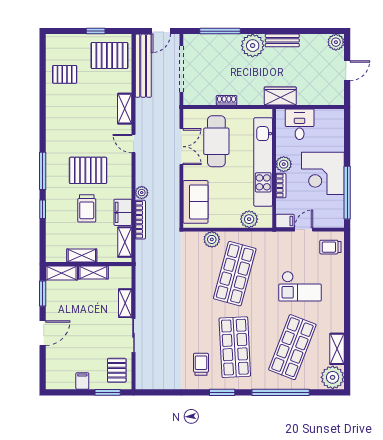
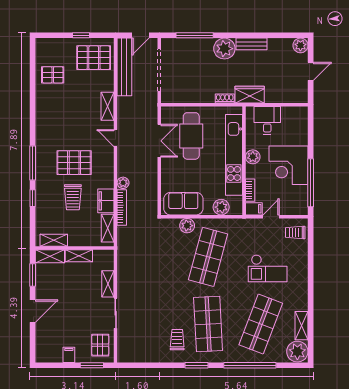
shoe rack: (227, 100) -> (225, 98), moved
bookcase: (281, 186) -> (250, 190), moved
sofa: (196, 202) -> (183, 204), moved, turned -90
shelving: (82, 255) -> (54, 240), moved

